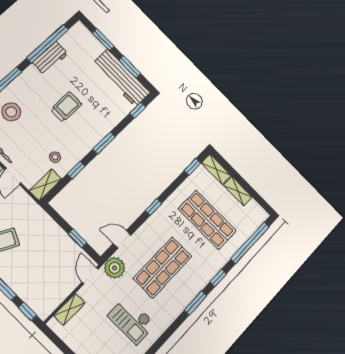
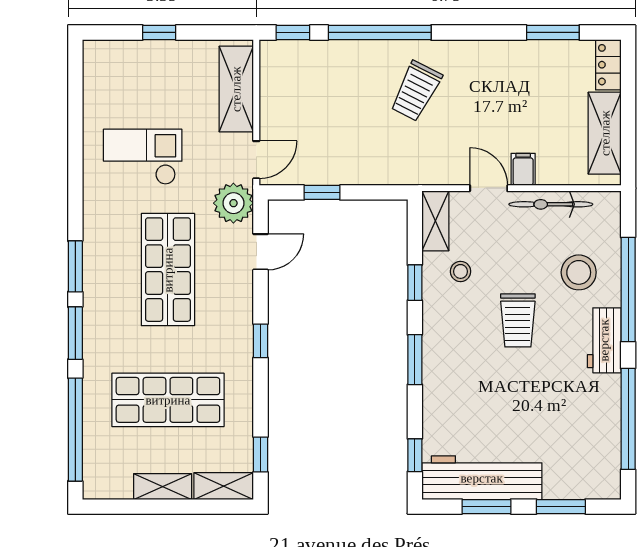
workbench: (50, 58) -> (604, 340), moved
trolley: (66, 107) -> (518, 320), moved
door: (90, 276) -> (256, 160), hinge flipped
window: (218, 278) -> (75, 333), width x1.50
shelving: (69, 309) -> (236, 89), width x1.50, depth x1.33

